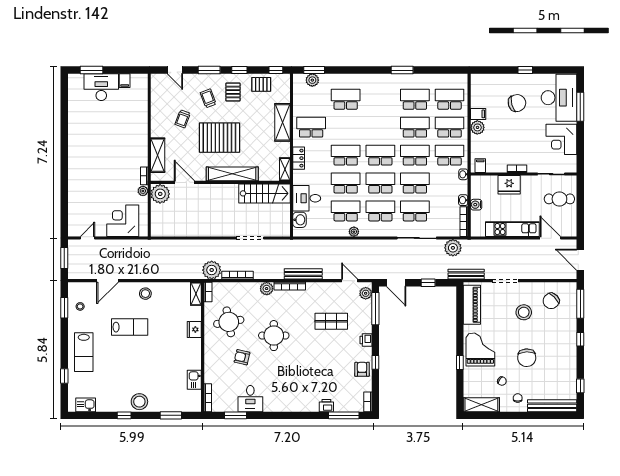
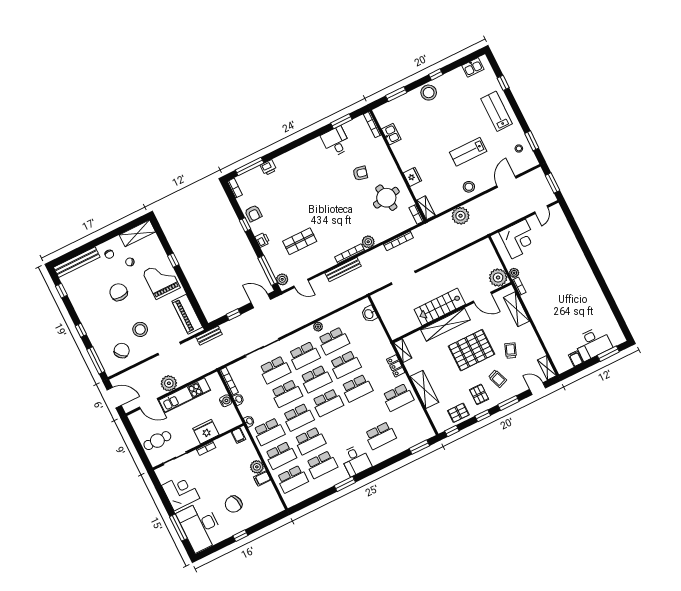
plant: (312, 80) -> (417, 438), removed
shelving: (156, 86) -> (547, 368), added
stairs: (264, 193) -> (440, 307), moved
desk: (307, 198) -> (356, 460), moved, turned 90
plant: (453, 248) -> (169, 383), moved
plant: (212, 270) -> (461, 216), moved
bench: (466, 274) -> (209, 336), width x0.73
round table: (274, 336) -> (342, 205), removed
grand piano: (480, 349) -> (161, 280), turned 180

